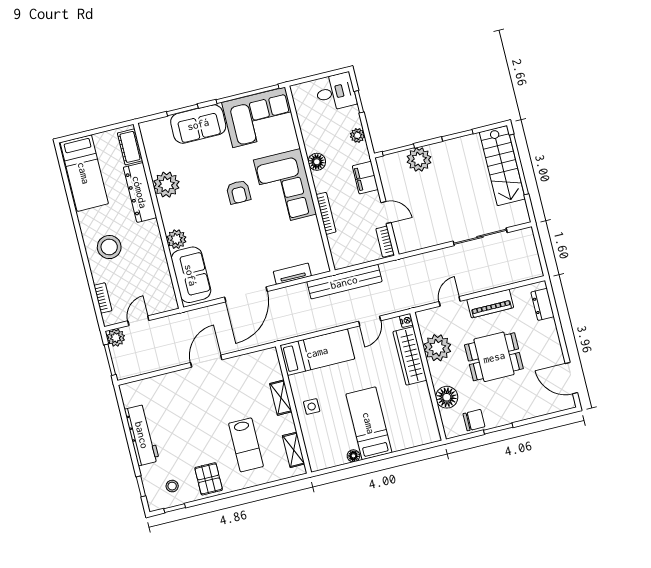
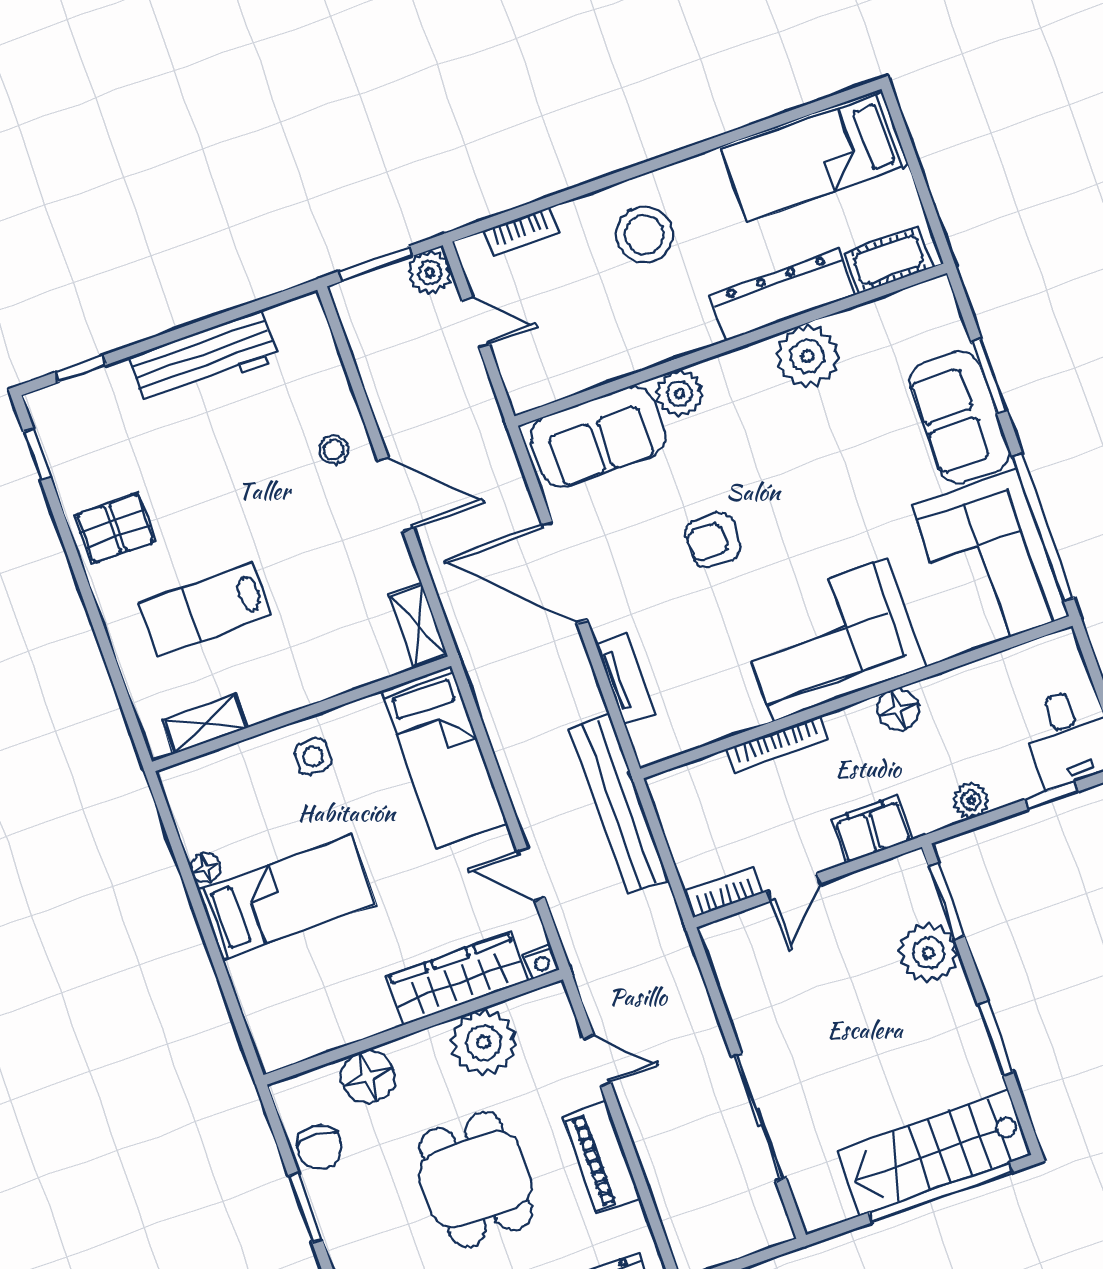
armchair: (239, 192) -> (713, 540), moved
shelving: (281, 398) -> (418, 625), moved, turned 90
stool: (172, 486) -> (334, 450), moved

